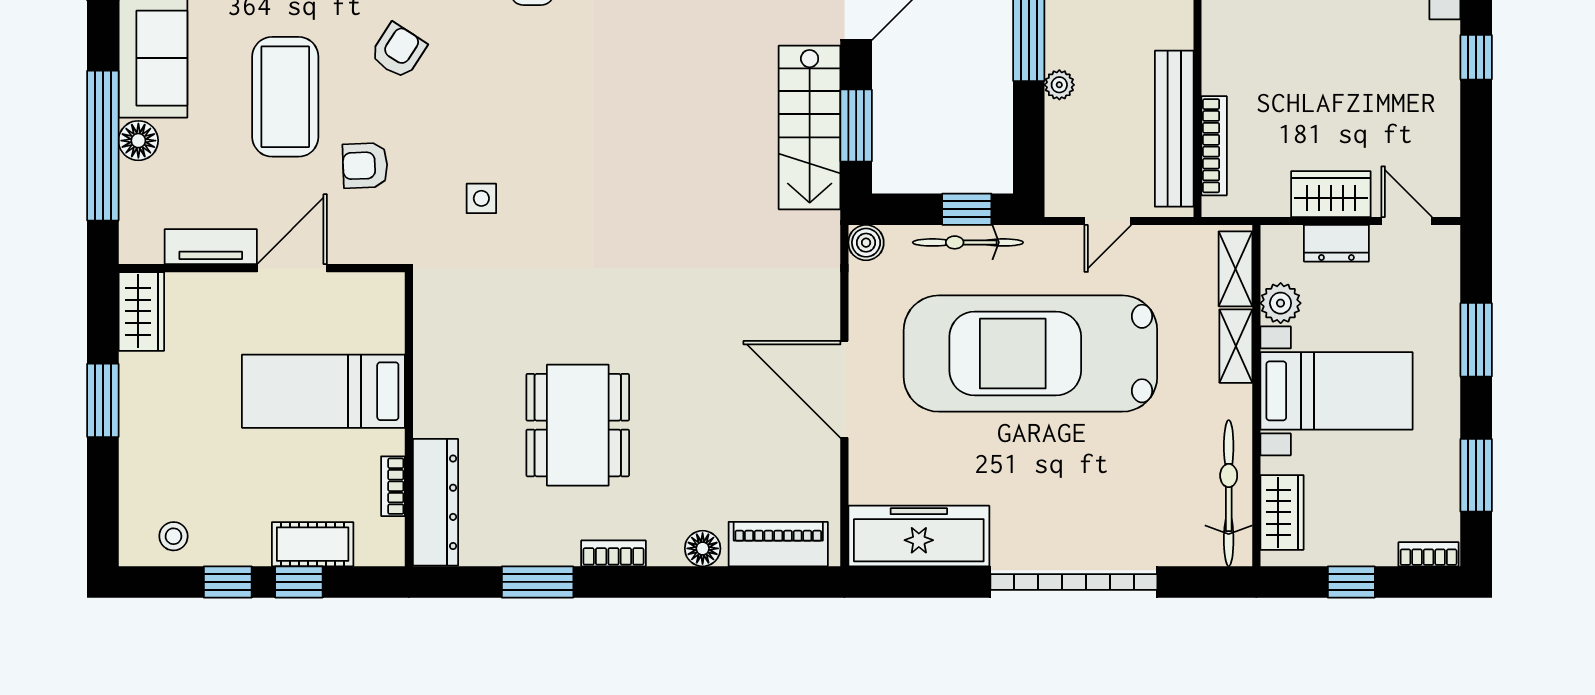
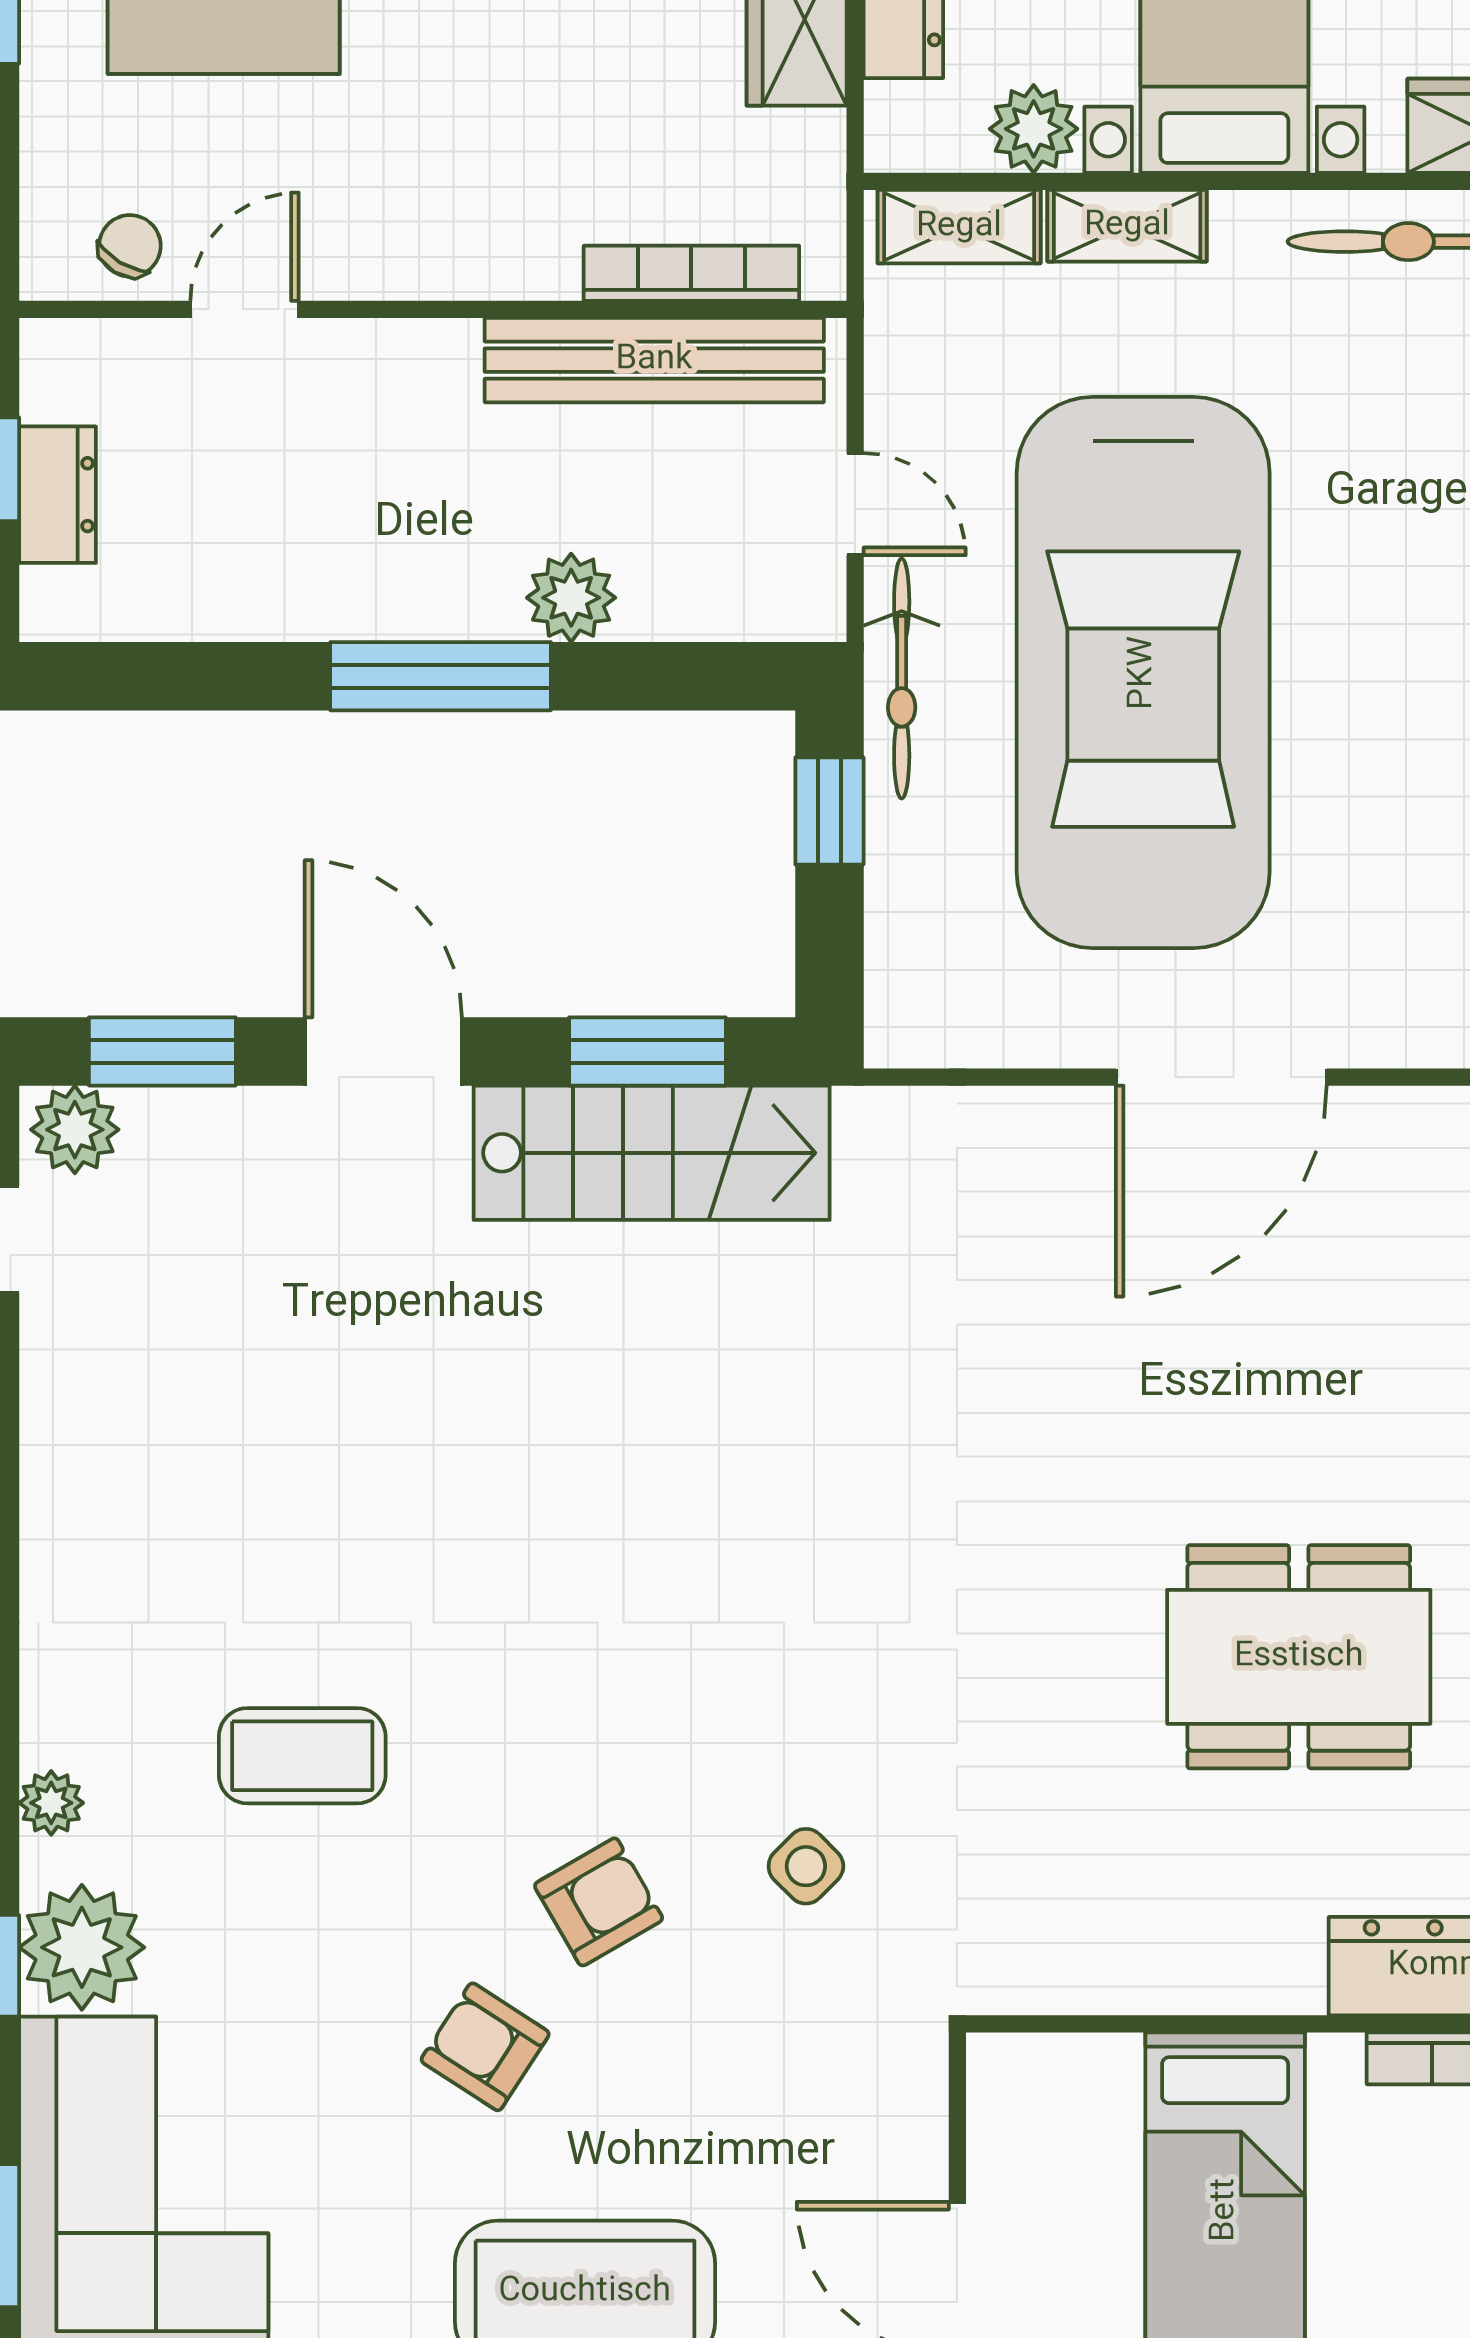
plant: (1059, 85) -> (571, 598), width x1.38, depth x1.38
armchair: (365, 166) -> (599, 1902), moved, turned -118
side table: (481, 198) -> (806, 1866), turned 45
bicycle: (968, 242) -> (902, 678), moved
boiler: (866, 243) -> (902, 1030), removed

